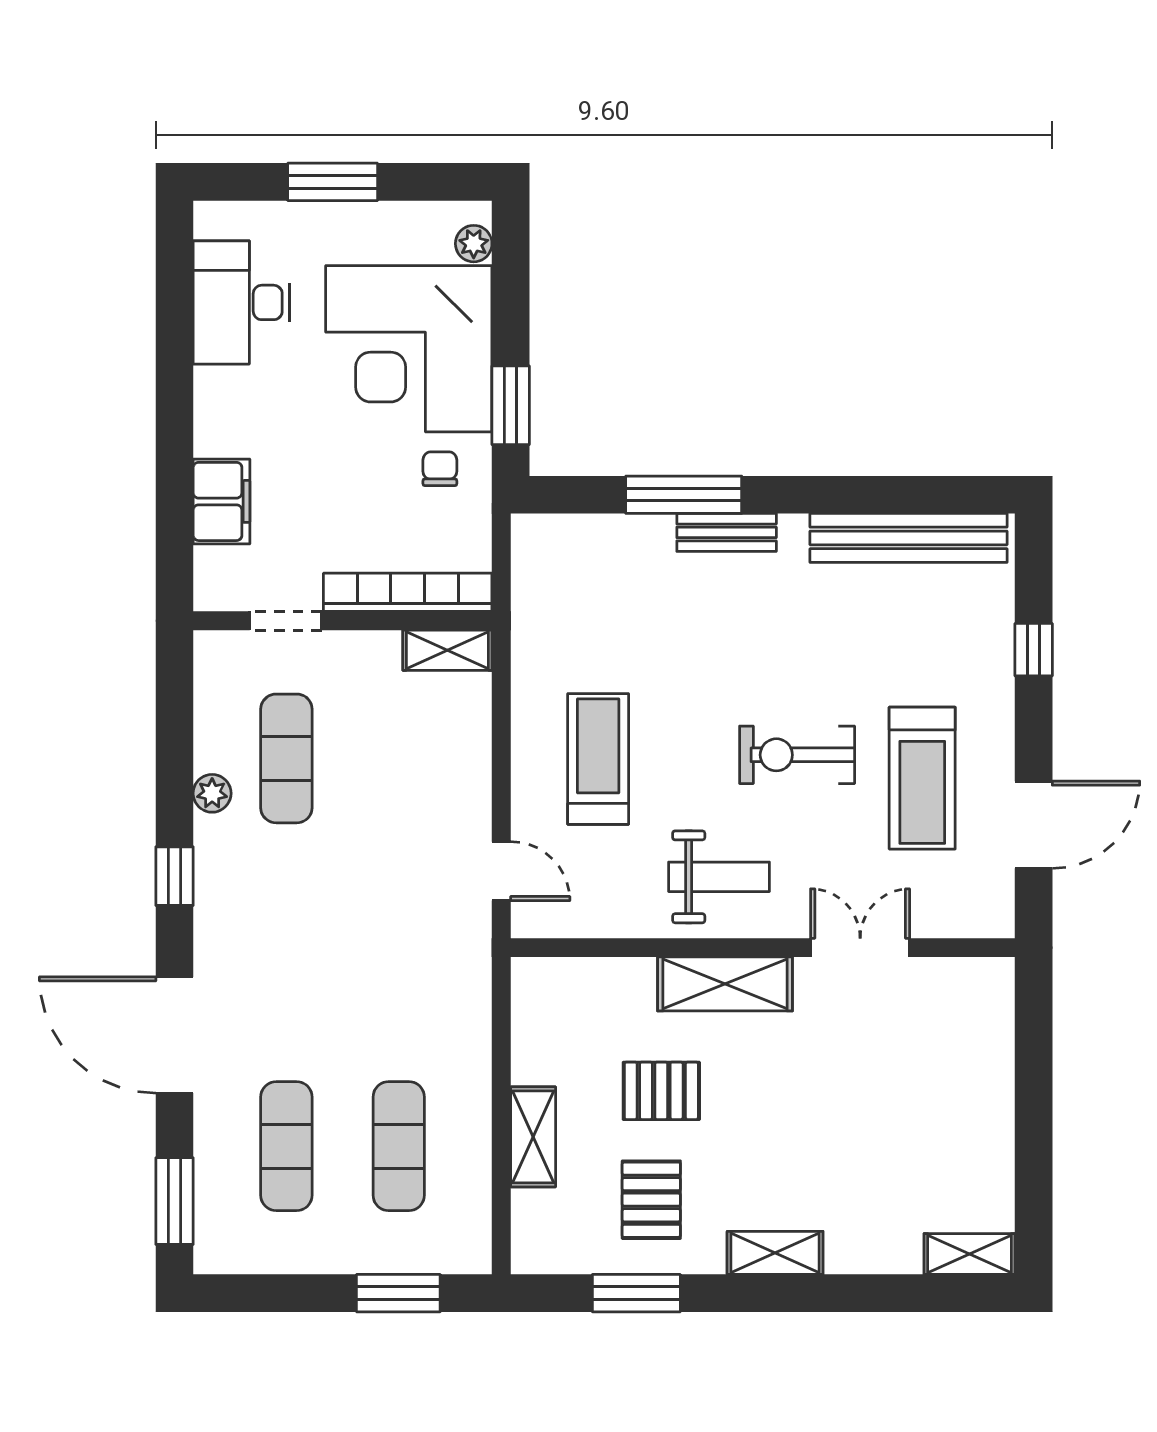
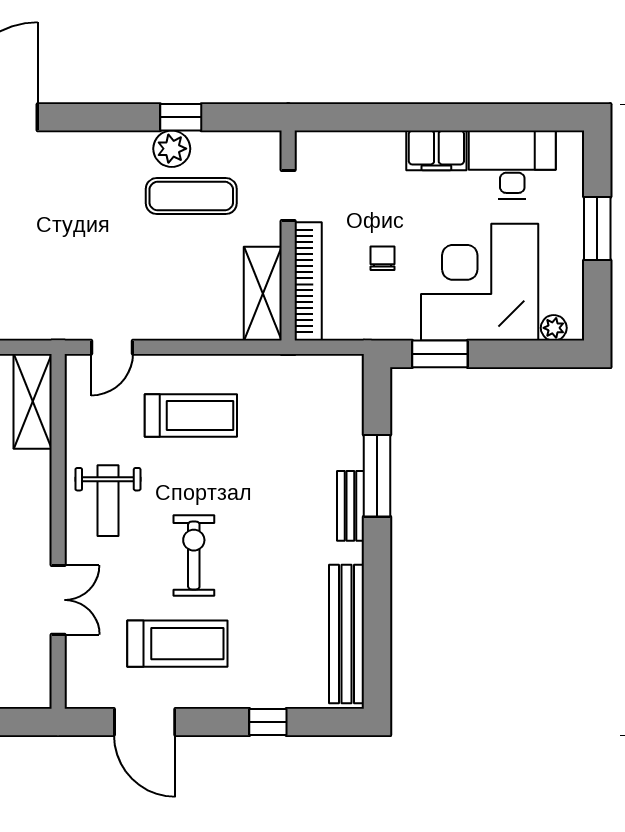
chair: (440, 469) -> (382, 258), moved, turned -90
filing cabinet: (221, 501) -> (436, 150), moved
shelving: (447, 650) -> (263, 294), width x1.50, depth x1.33
treadmill: (922, 778) -> (177, 644), turned 180
plant: (212, 793) -> (172, 149), width x1.38, depth x1.38
window: (174, 876) -> (181, 117), moved
shelving: (725, 984) -> (33, 401), moved

